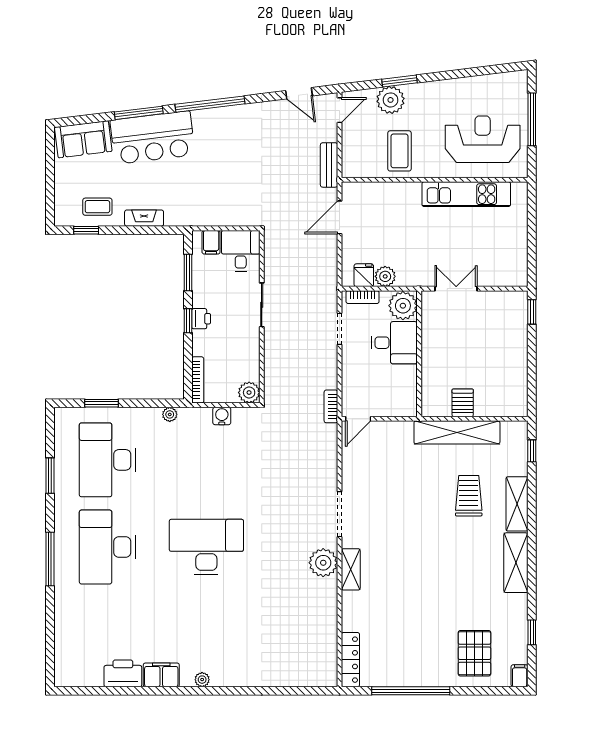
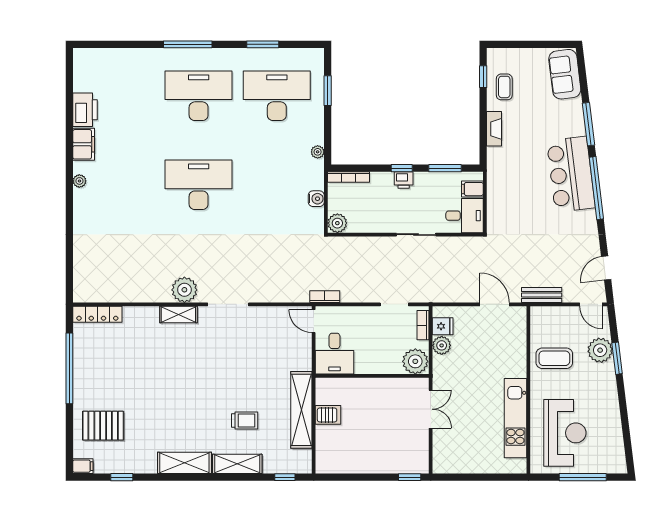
bar counter: (153, 138) -> (571, 174), moved
desk: (394, 343) -> (335, 354), moved
trolley: (469, 496) -> (245, 420), width x0.73, depth x0.72
desk: (206, 547) -> (199, 185), turned -90

